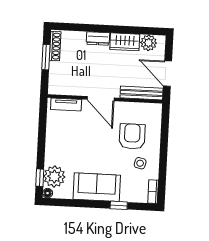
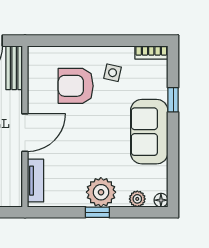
bench: (142, 93) -> (14, 68), width x0.73
plant: (55, 151) -> (101, 192), added
plant: (54, 177) -> (137, 199), width x0.53, depth x0.53
window: (40, 178) -> (97, 212), moved

